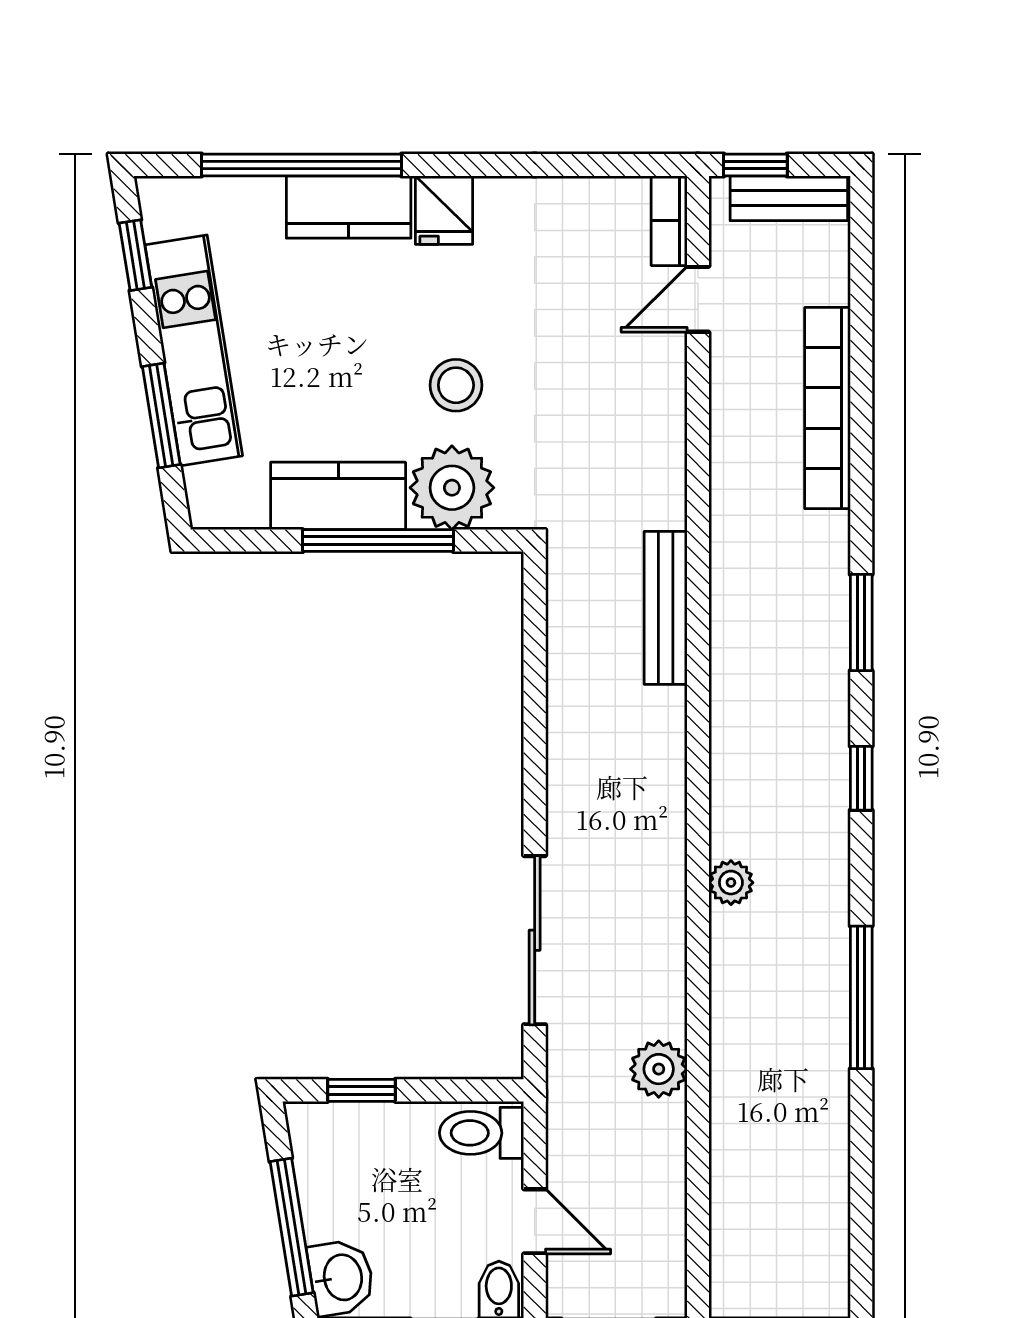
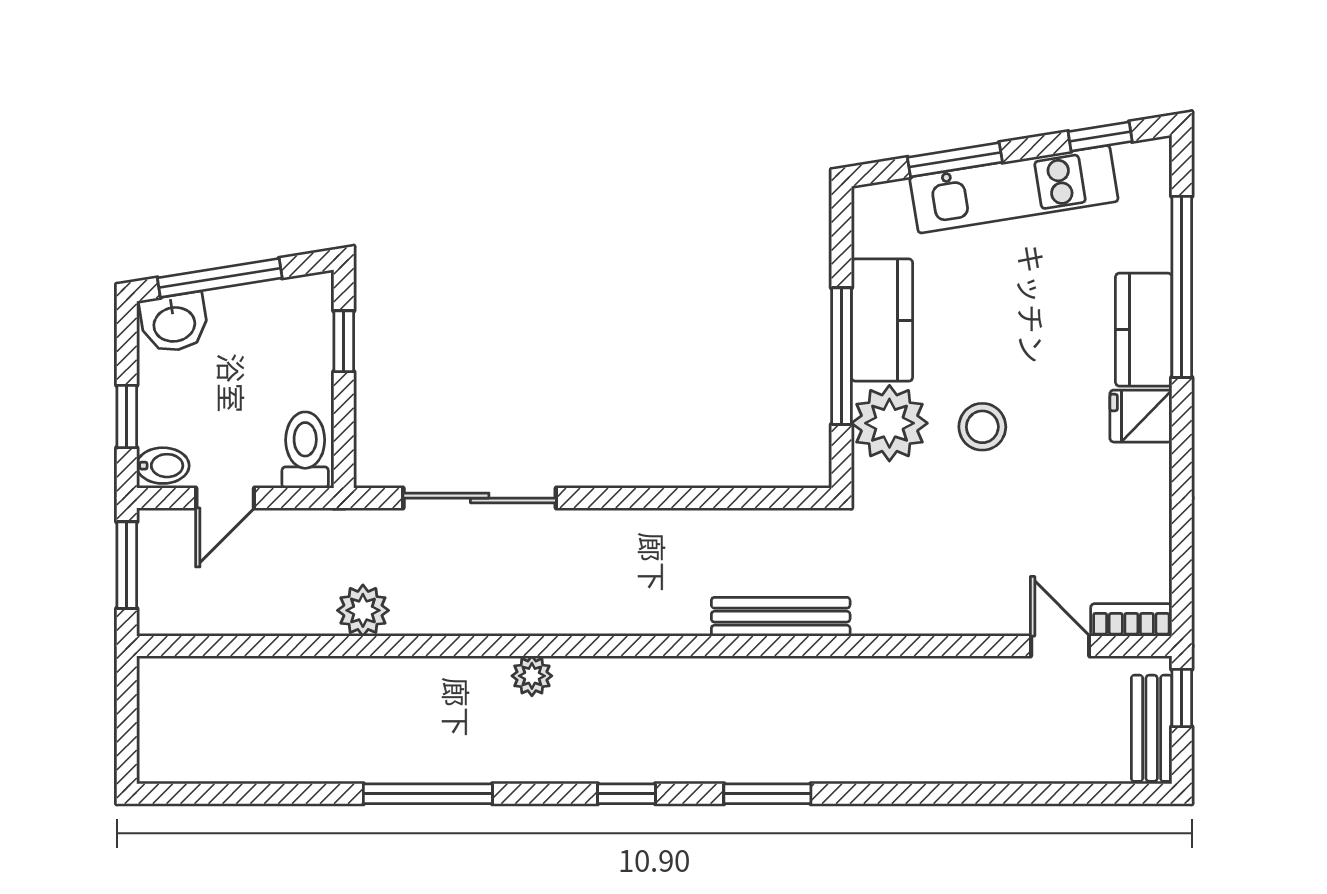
bookcase: (827, 408) -> (962, 763), removed

